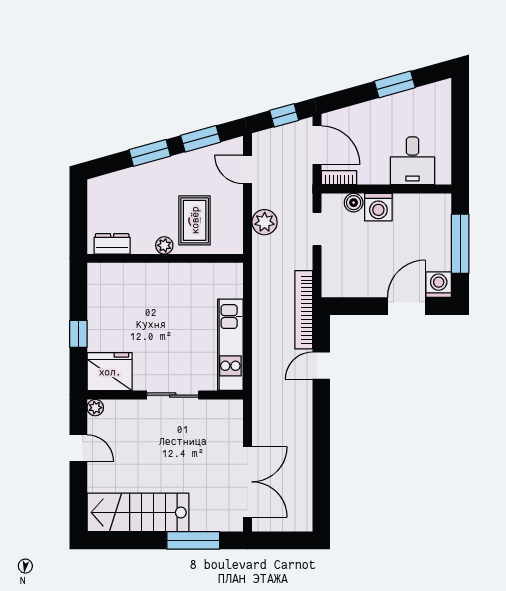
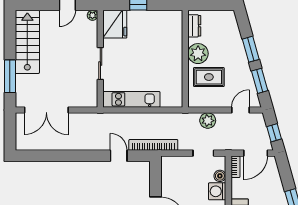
plant: (164, 245) -> (198, 54), width x1.88, depth x1.88

